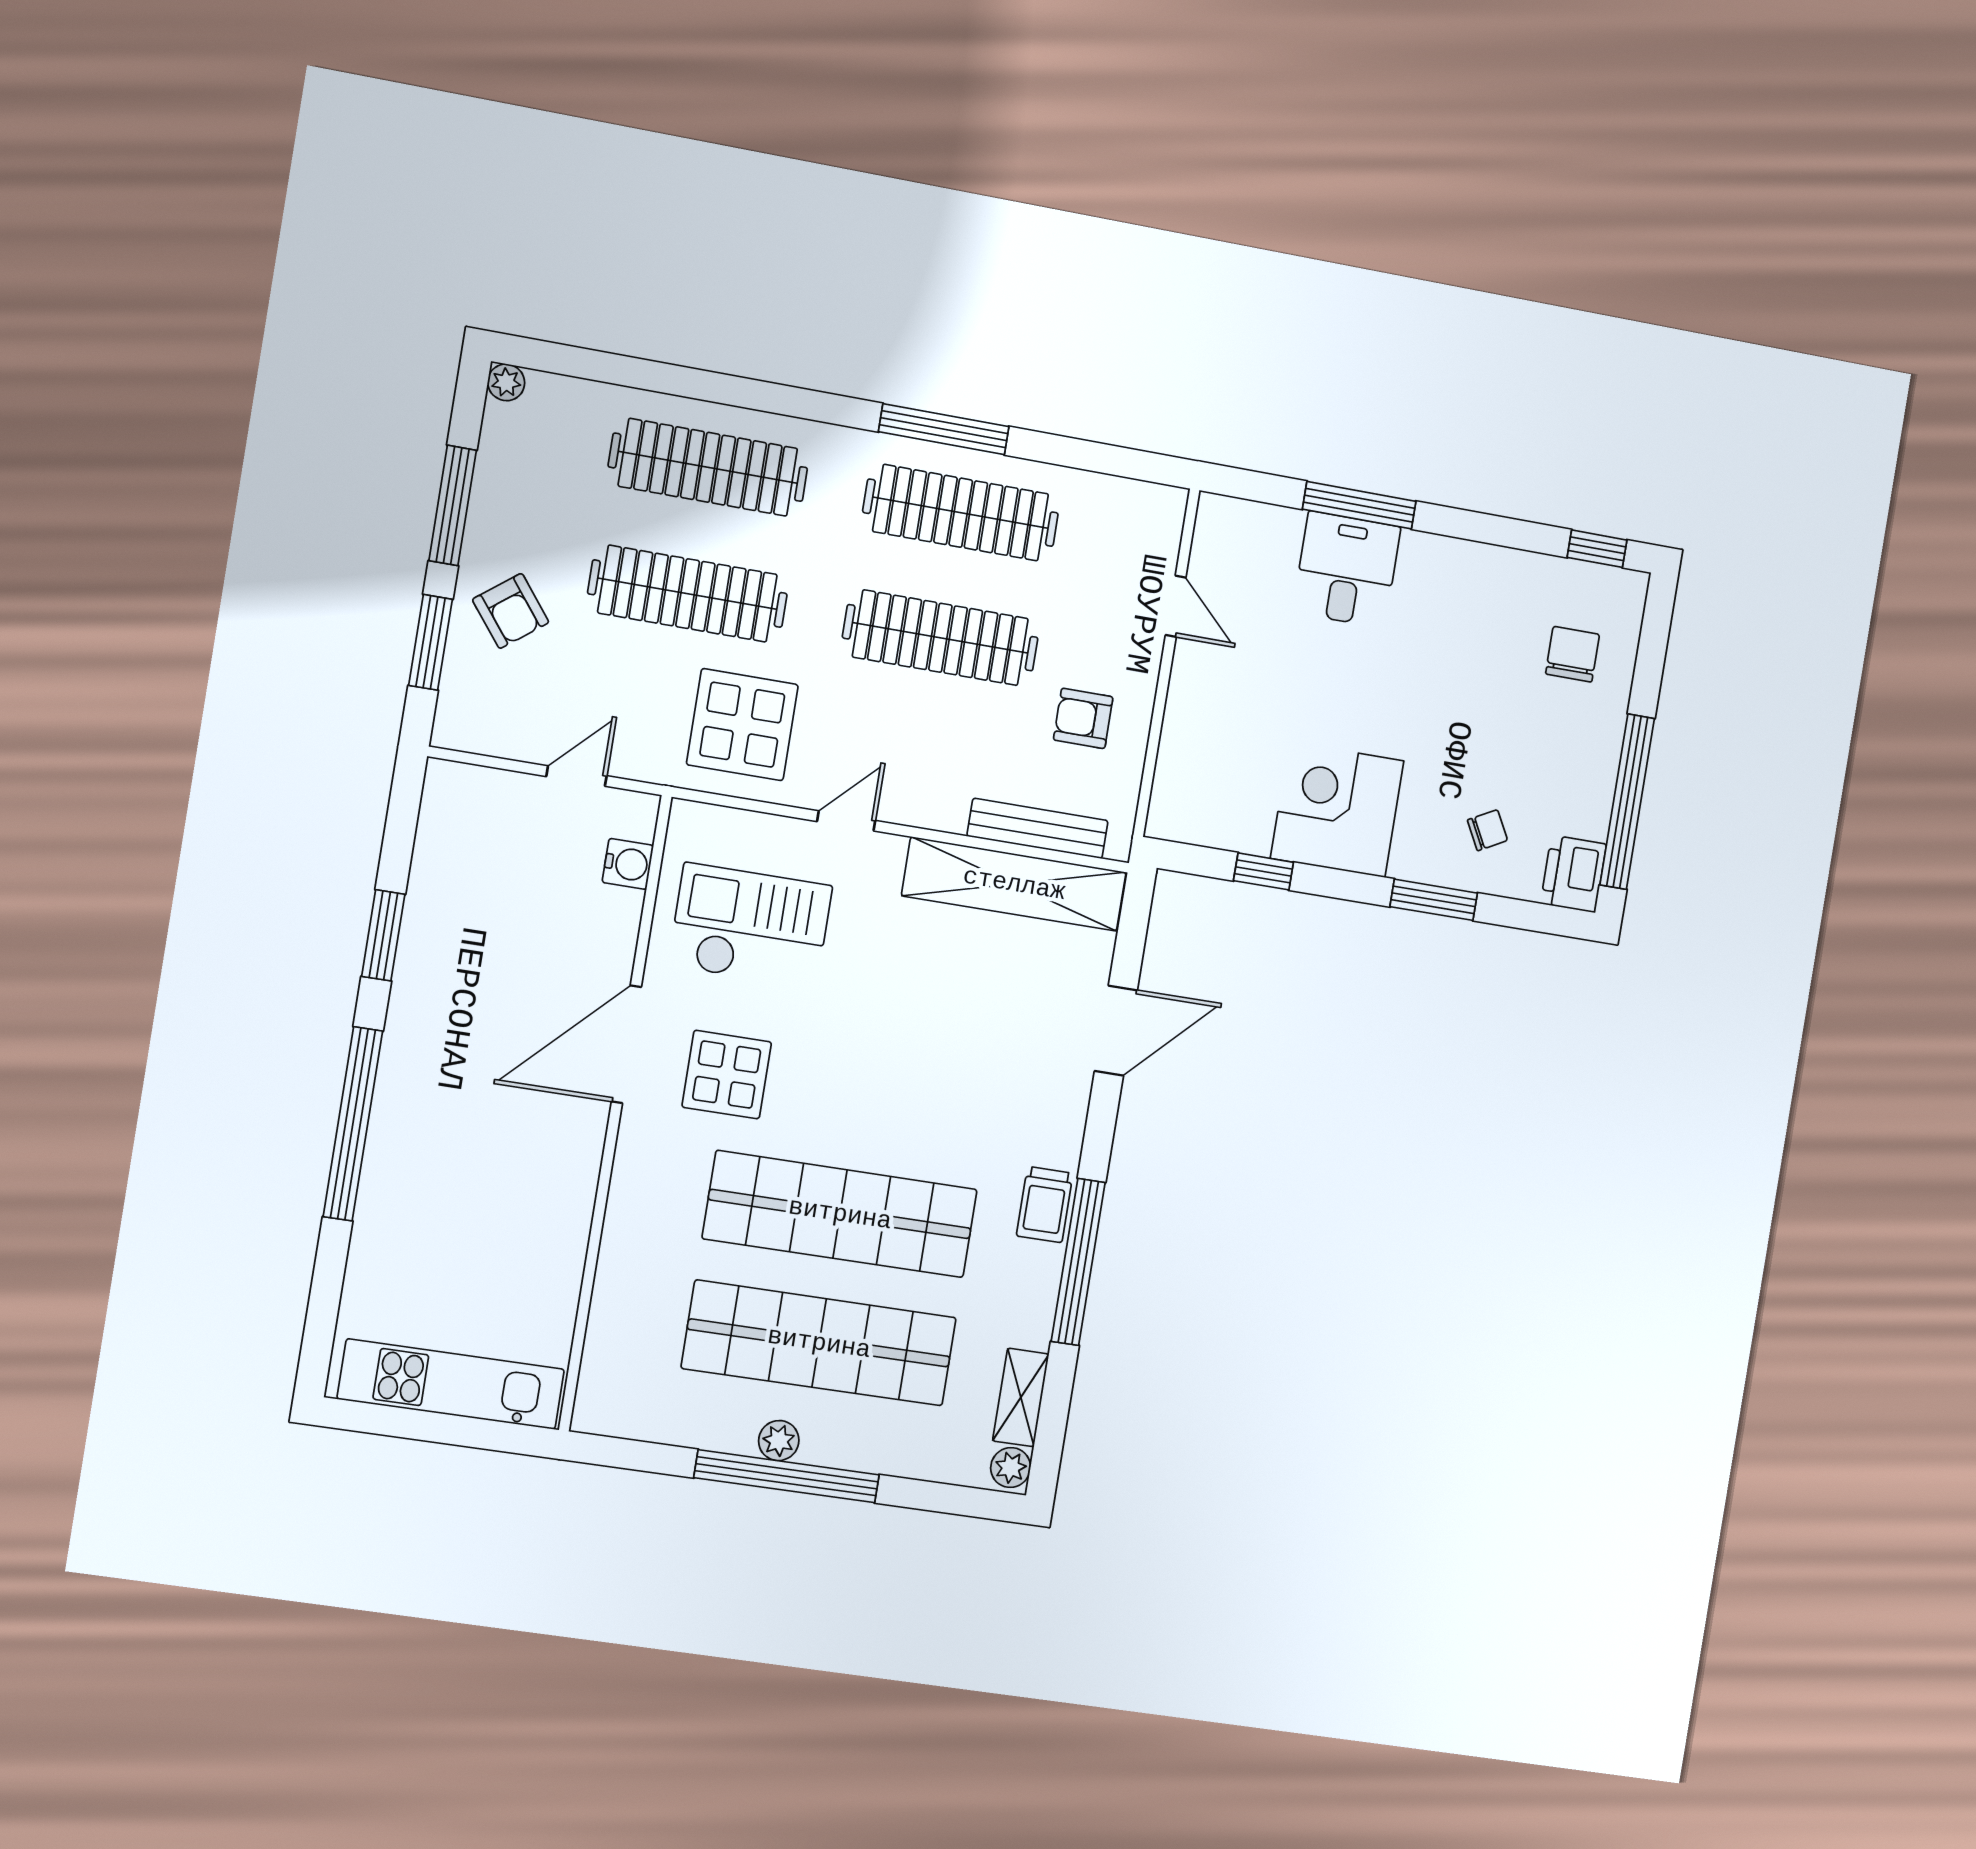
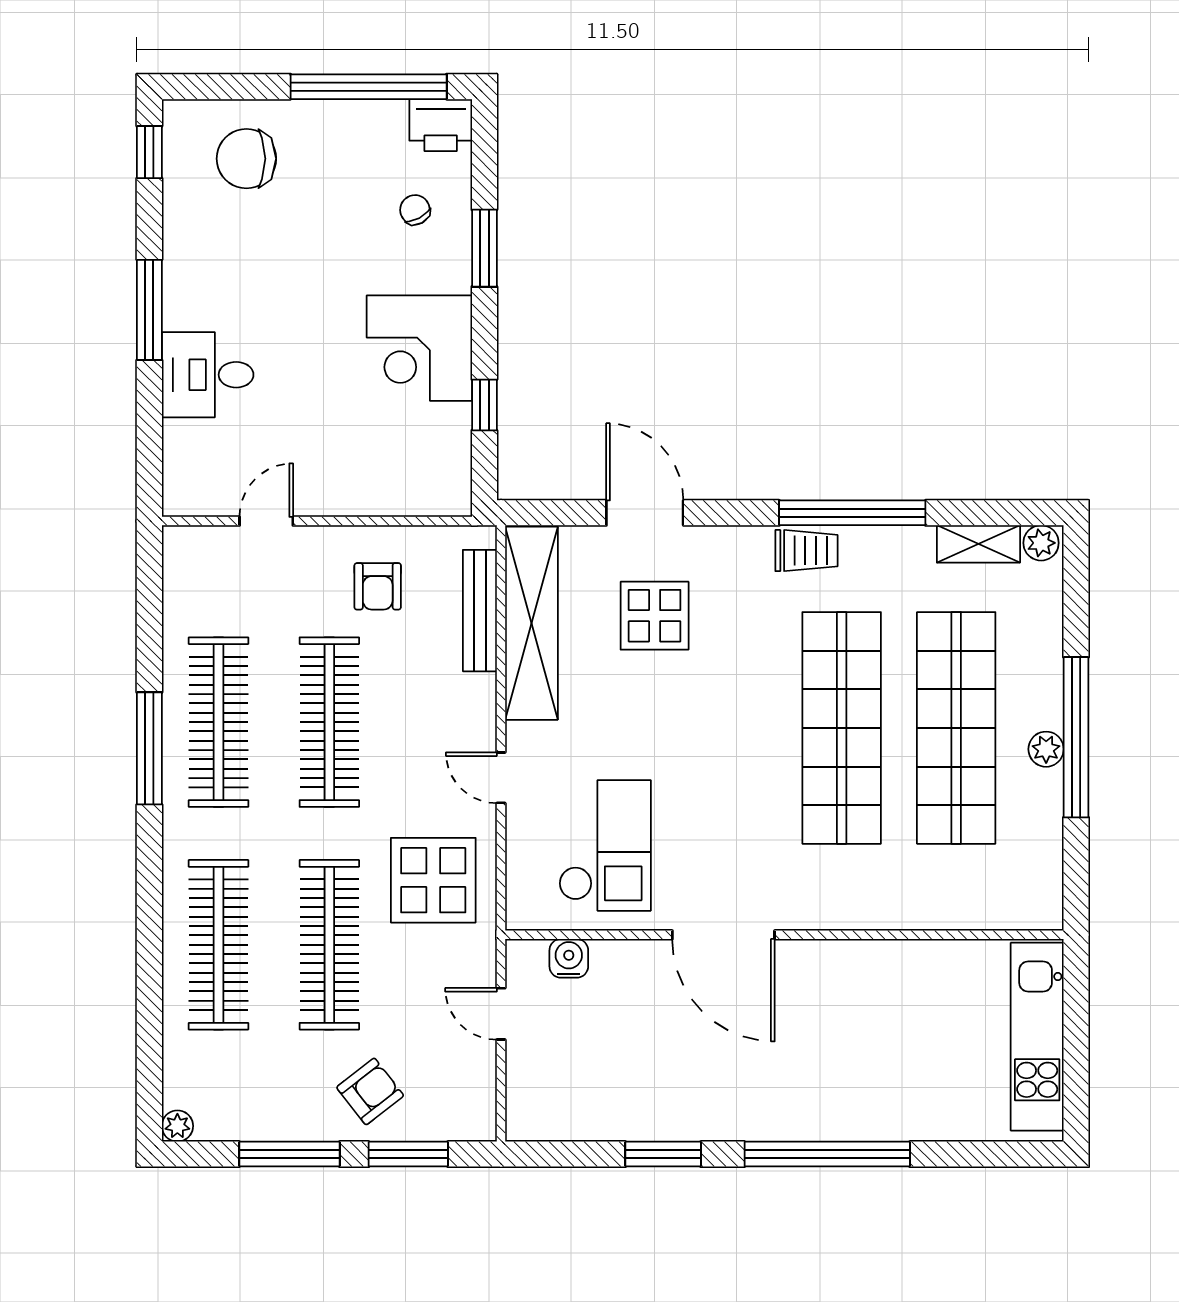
window: (1359, 505) -> (149, 310), moved
chair: (1573, 654) -> (246, 159), width x1.37, depth x1.37
checkout: (750, 926) -> (605, 845), turned 180
display table: (727, 1075) -> (655, 616), moved

